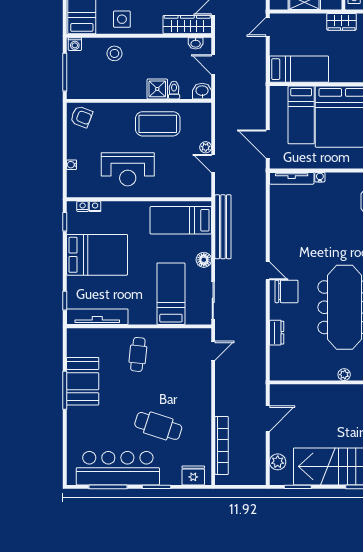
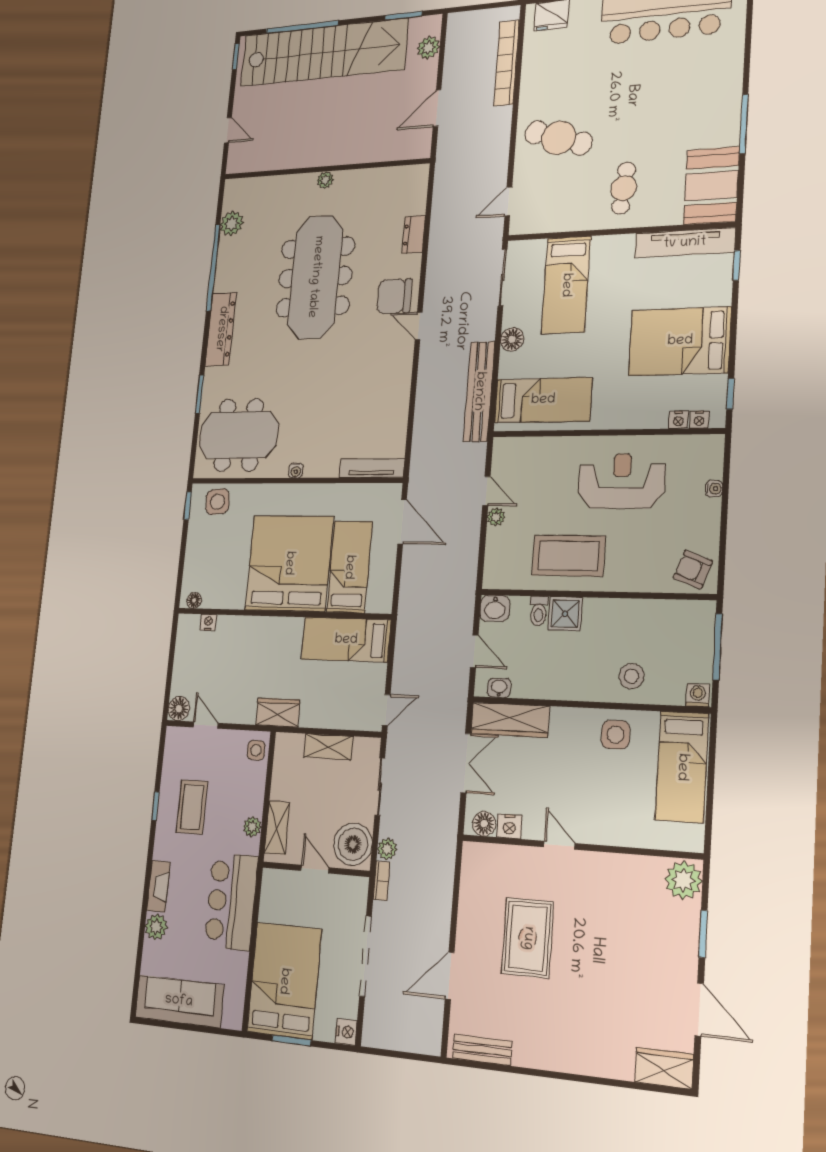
water cooler: (320, 177) -> (296, 470), moved
booth: (83, 381) -> (711, 186), moved
cafe table: (158, 426) -> (559, 138), moved

